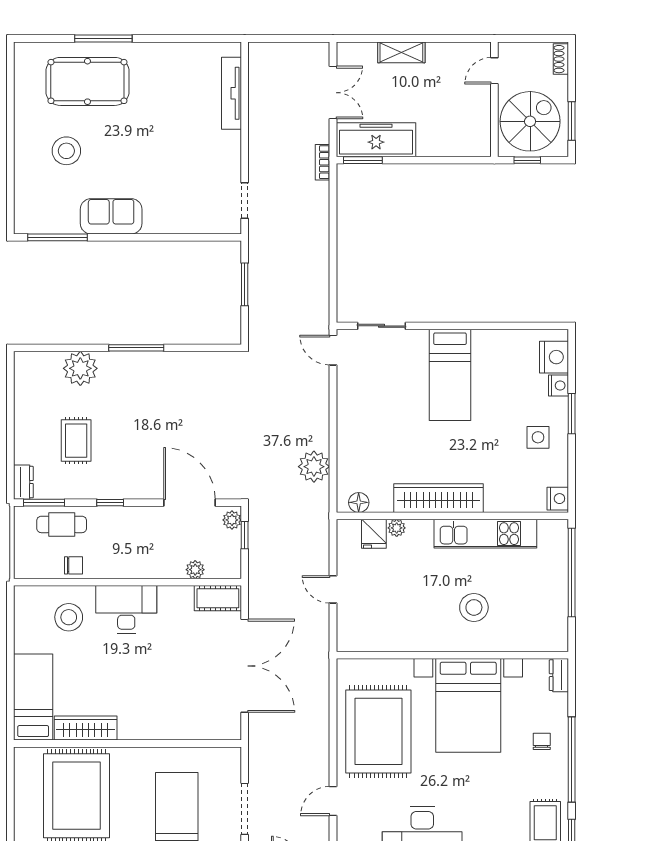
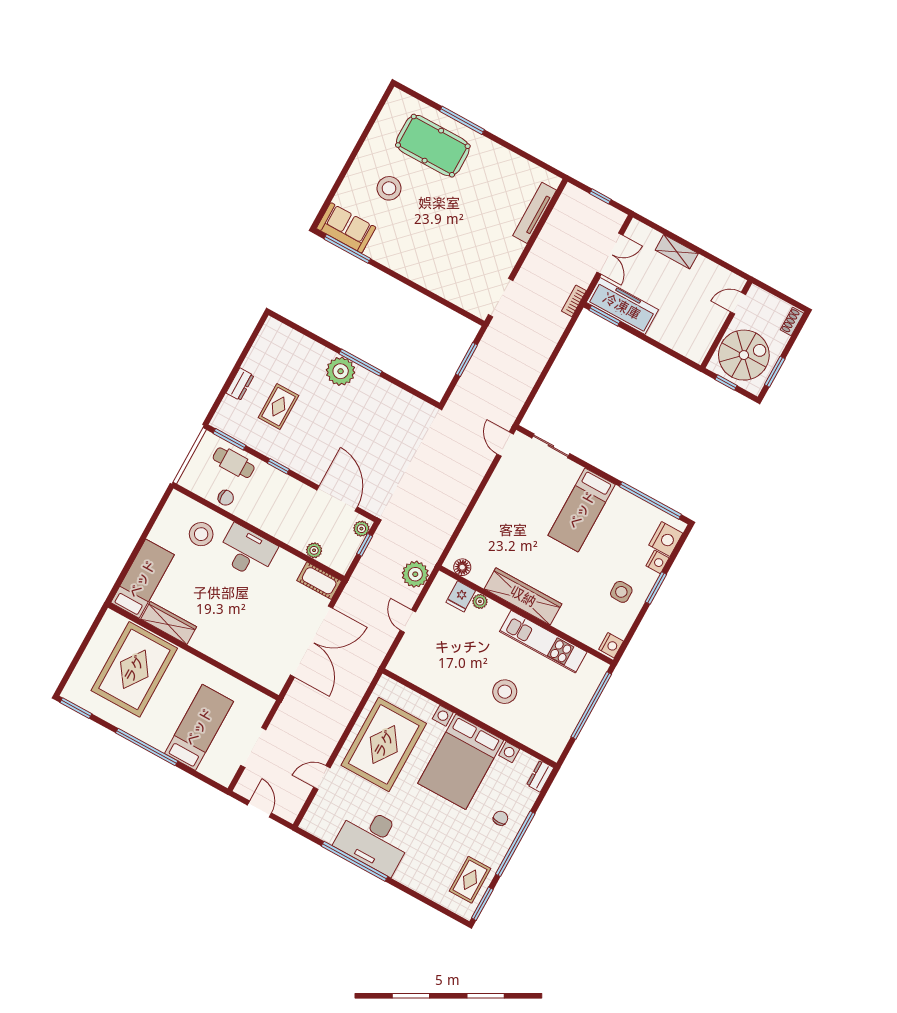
window: (291, 39) -> (600, 196), added
doorway: (245, 201) -> (501, 298), width x1.38
sofa: (111, 216) -> (346, 228), moved
window: (516, 326) -> (650, 501), added
plant: (80, 368) -> (341, 371), moved
plant: (314, 467) -> (415, 574), moved
dresser: (23, 482) -> (240, 384), moved

